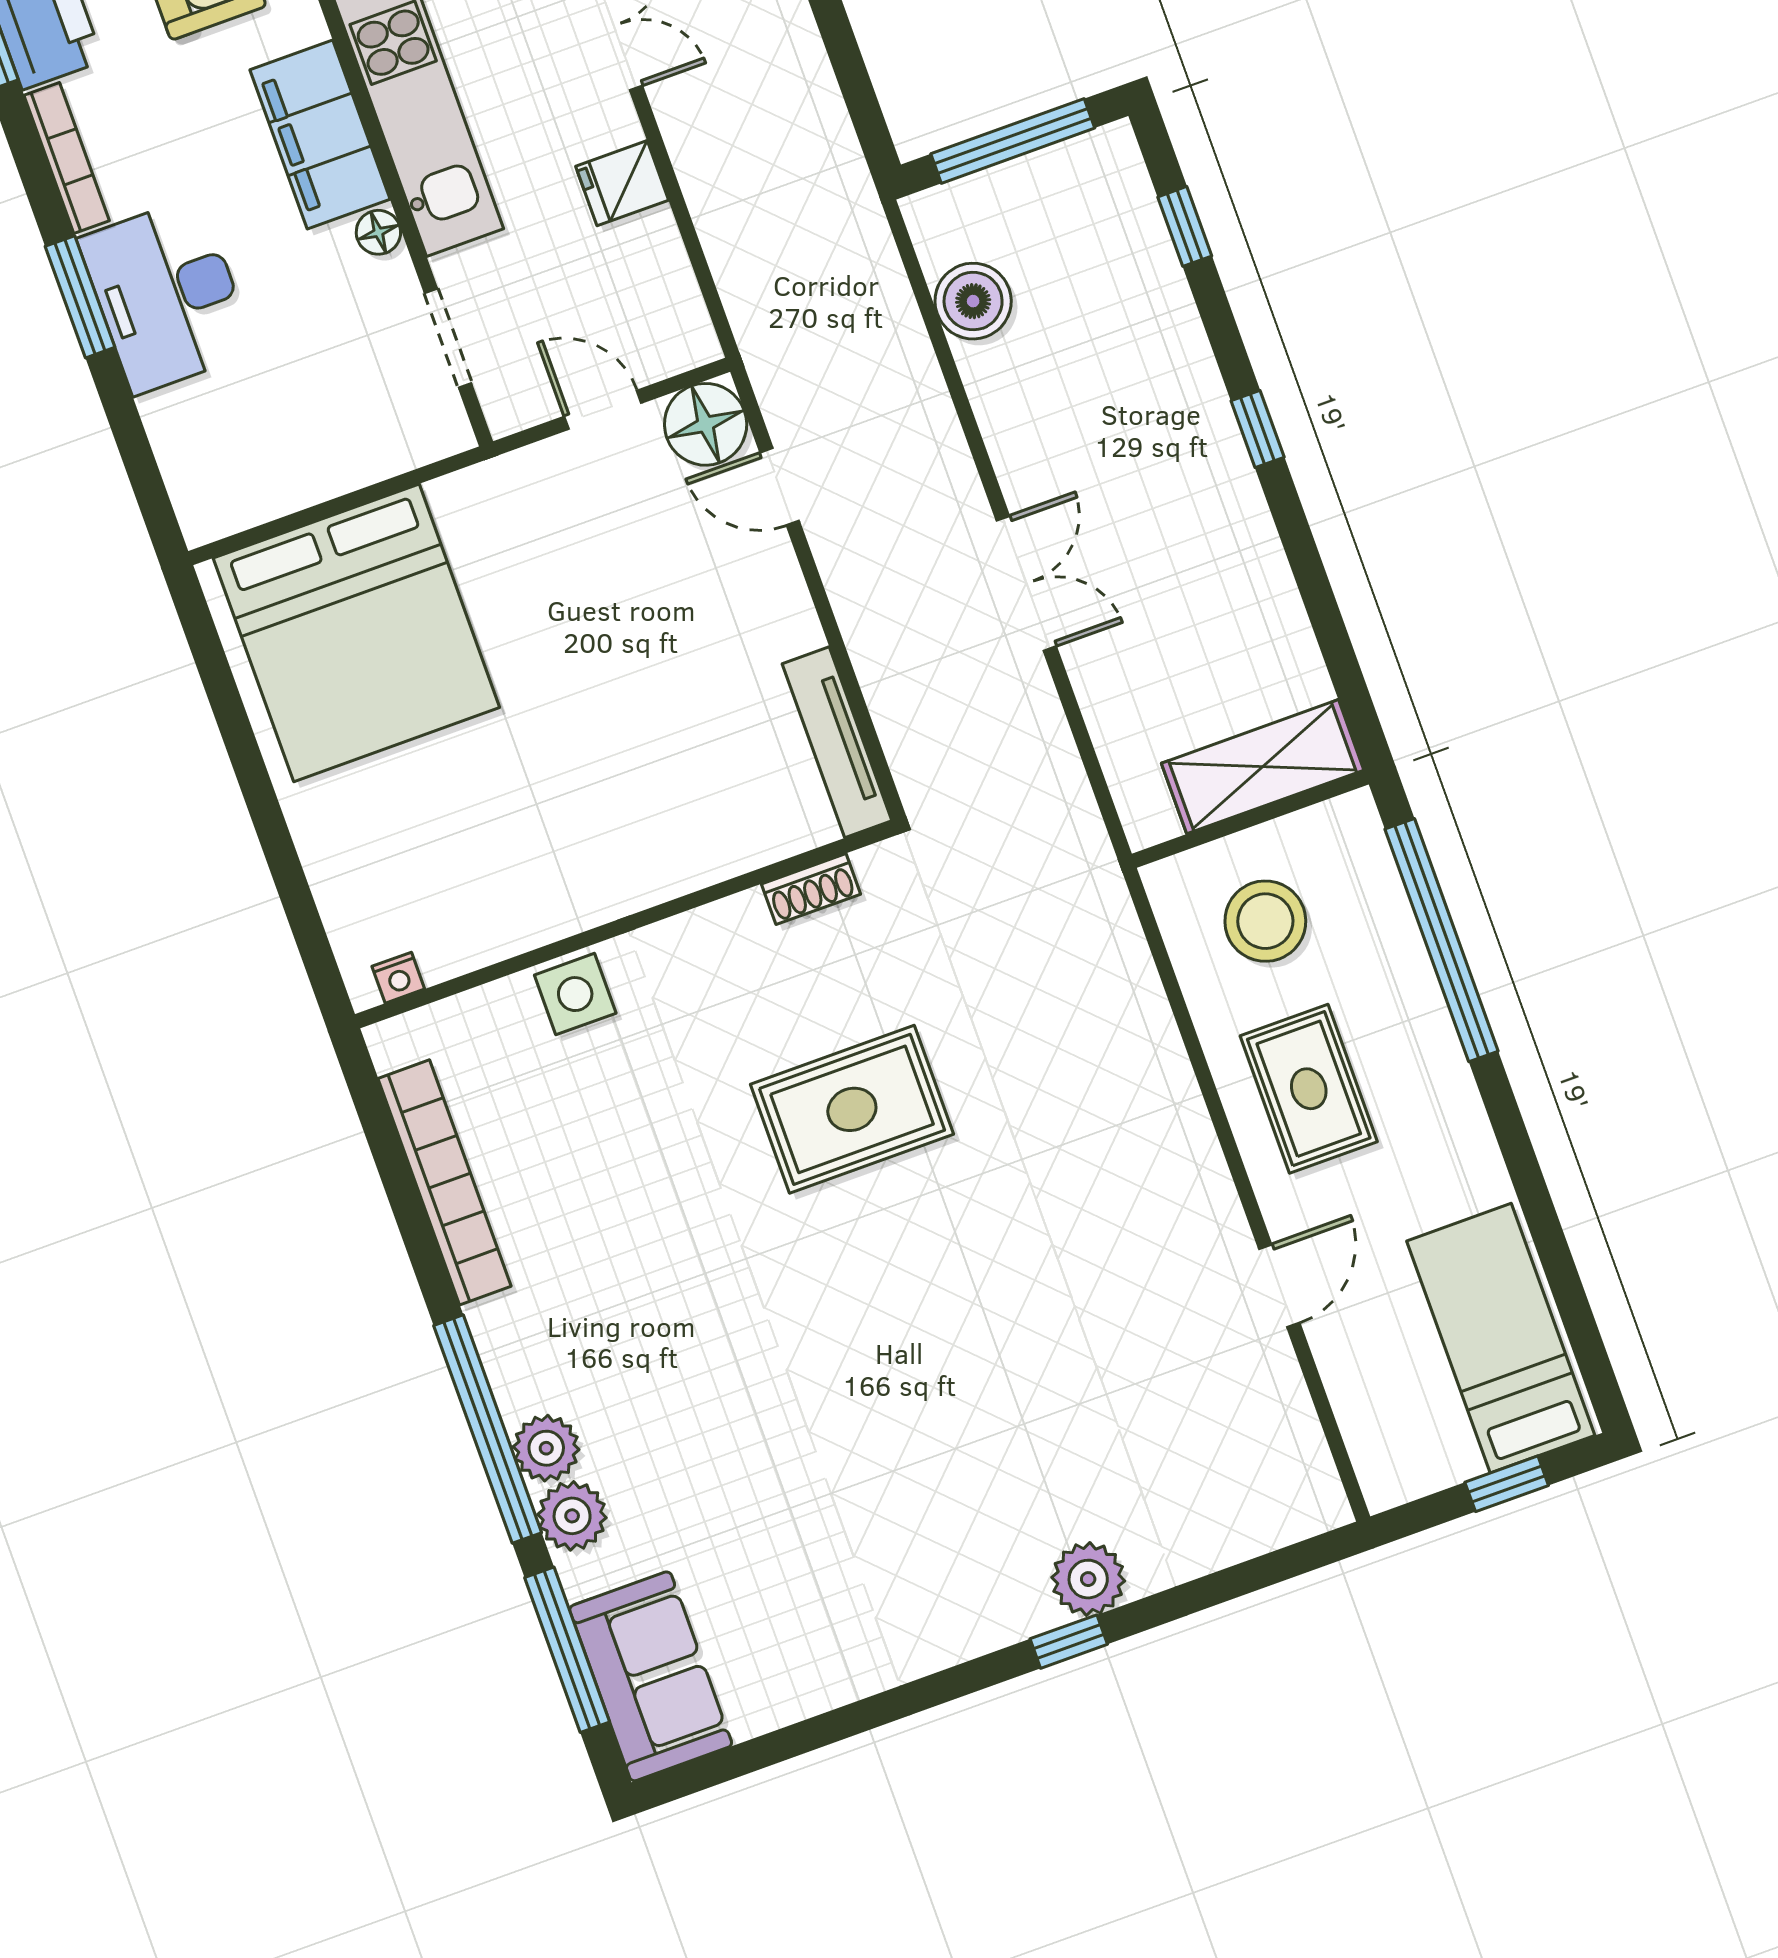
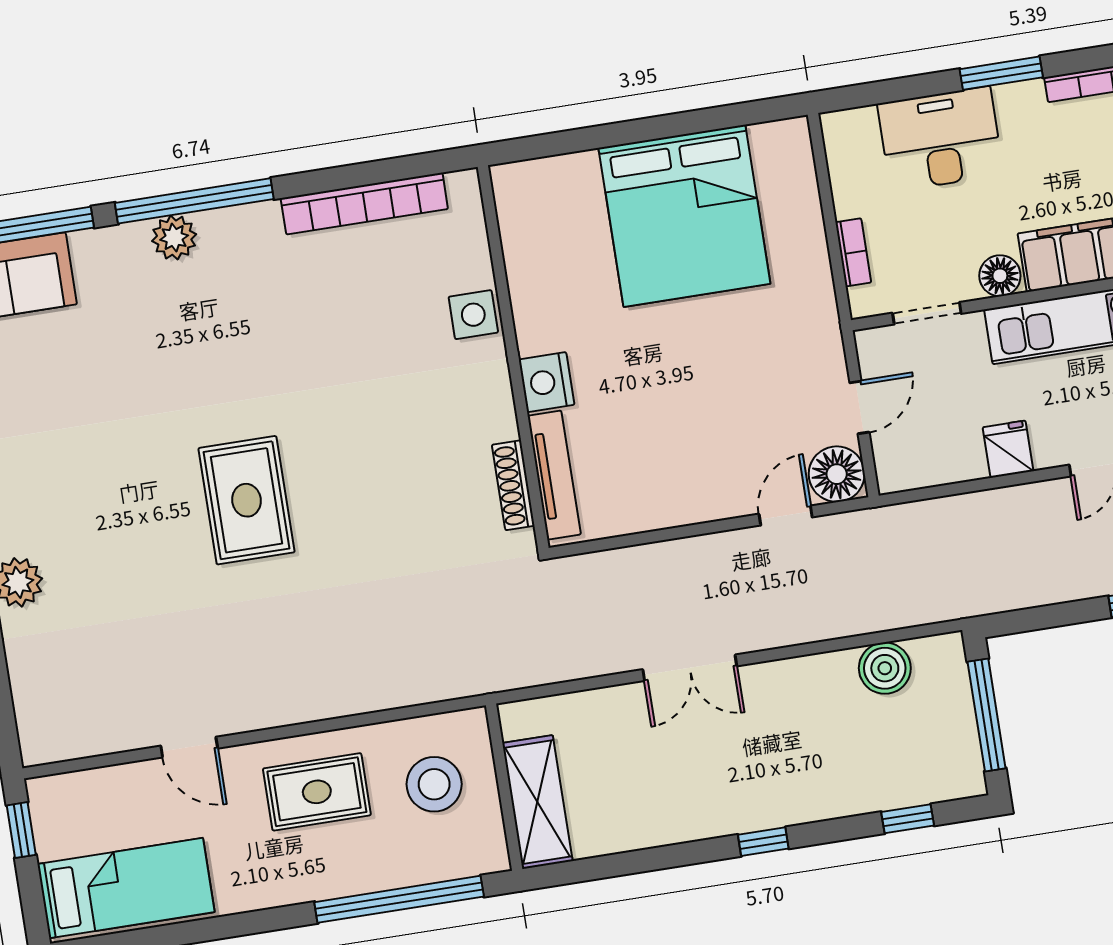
floor lamp: (378, 232) -> (1000, 276), width x1.37, depth x1.37
desk: (167, 295) -> (940, 139), moved
bookcase: (380, 462) -> (853, 252), added
bed: (356, 633) -> (684, 216), moved, turned -90
tv unit: (837, 742) -> (554, 475), moved, turned 90
shoe rack: (811, 889) -> (513, 485), width x1.43
nightstand: (398, 978) -> (546, 382), moved, width x1.89, depth x1.79
rug: (852, 1109) -> (247, 500), moved
window: (1507, 1484) -> (21, 830), moved
plant: (572, 1516) -> (126, 246), removed

